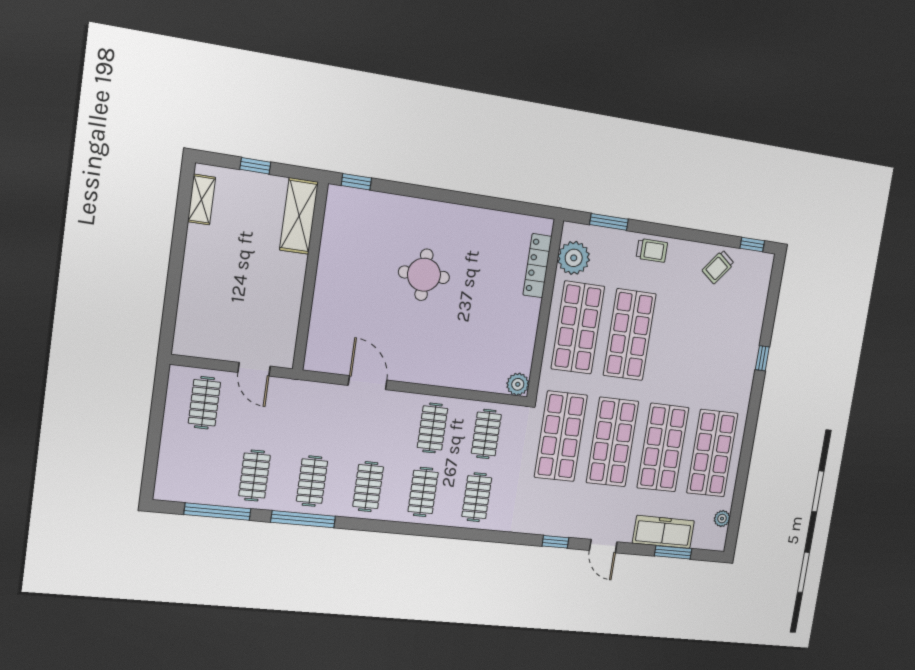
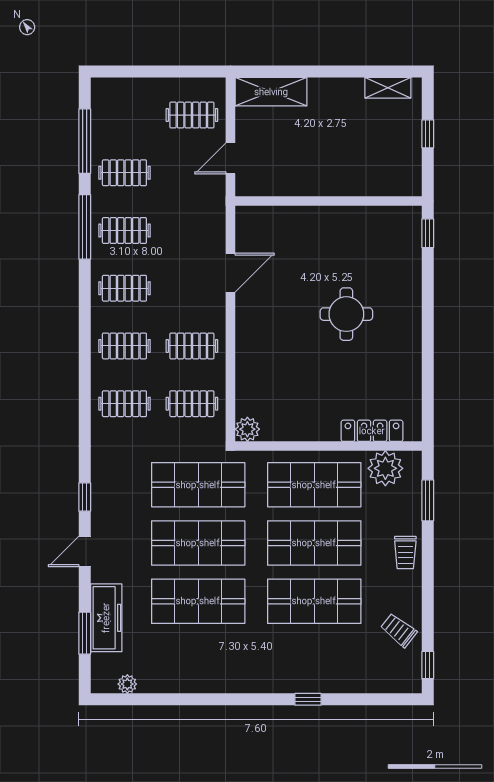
shelving: (299, 216) -> (271, 92), moved
shop shelf: (712, 453) -> (314, 601), moved

